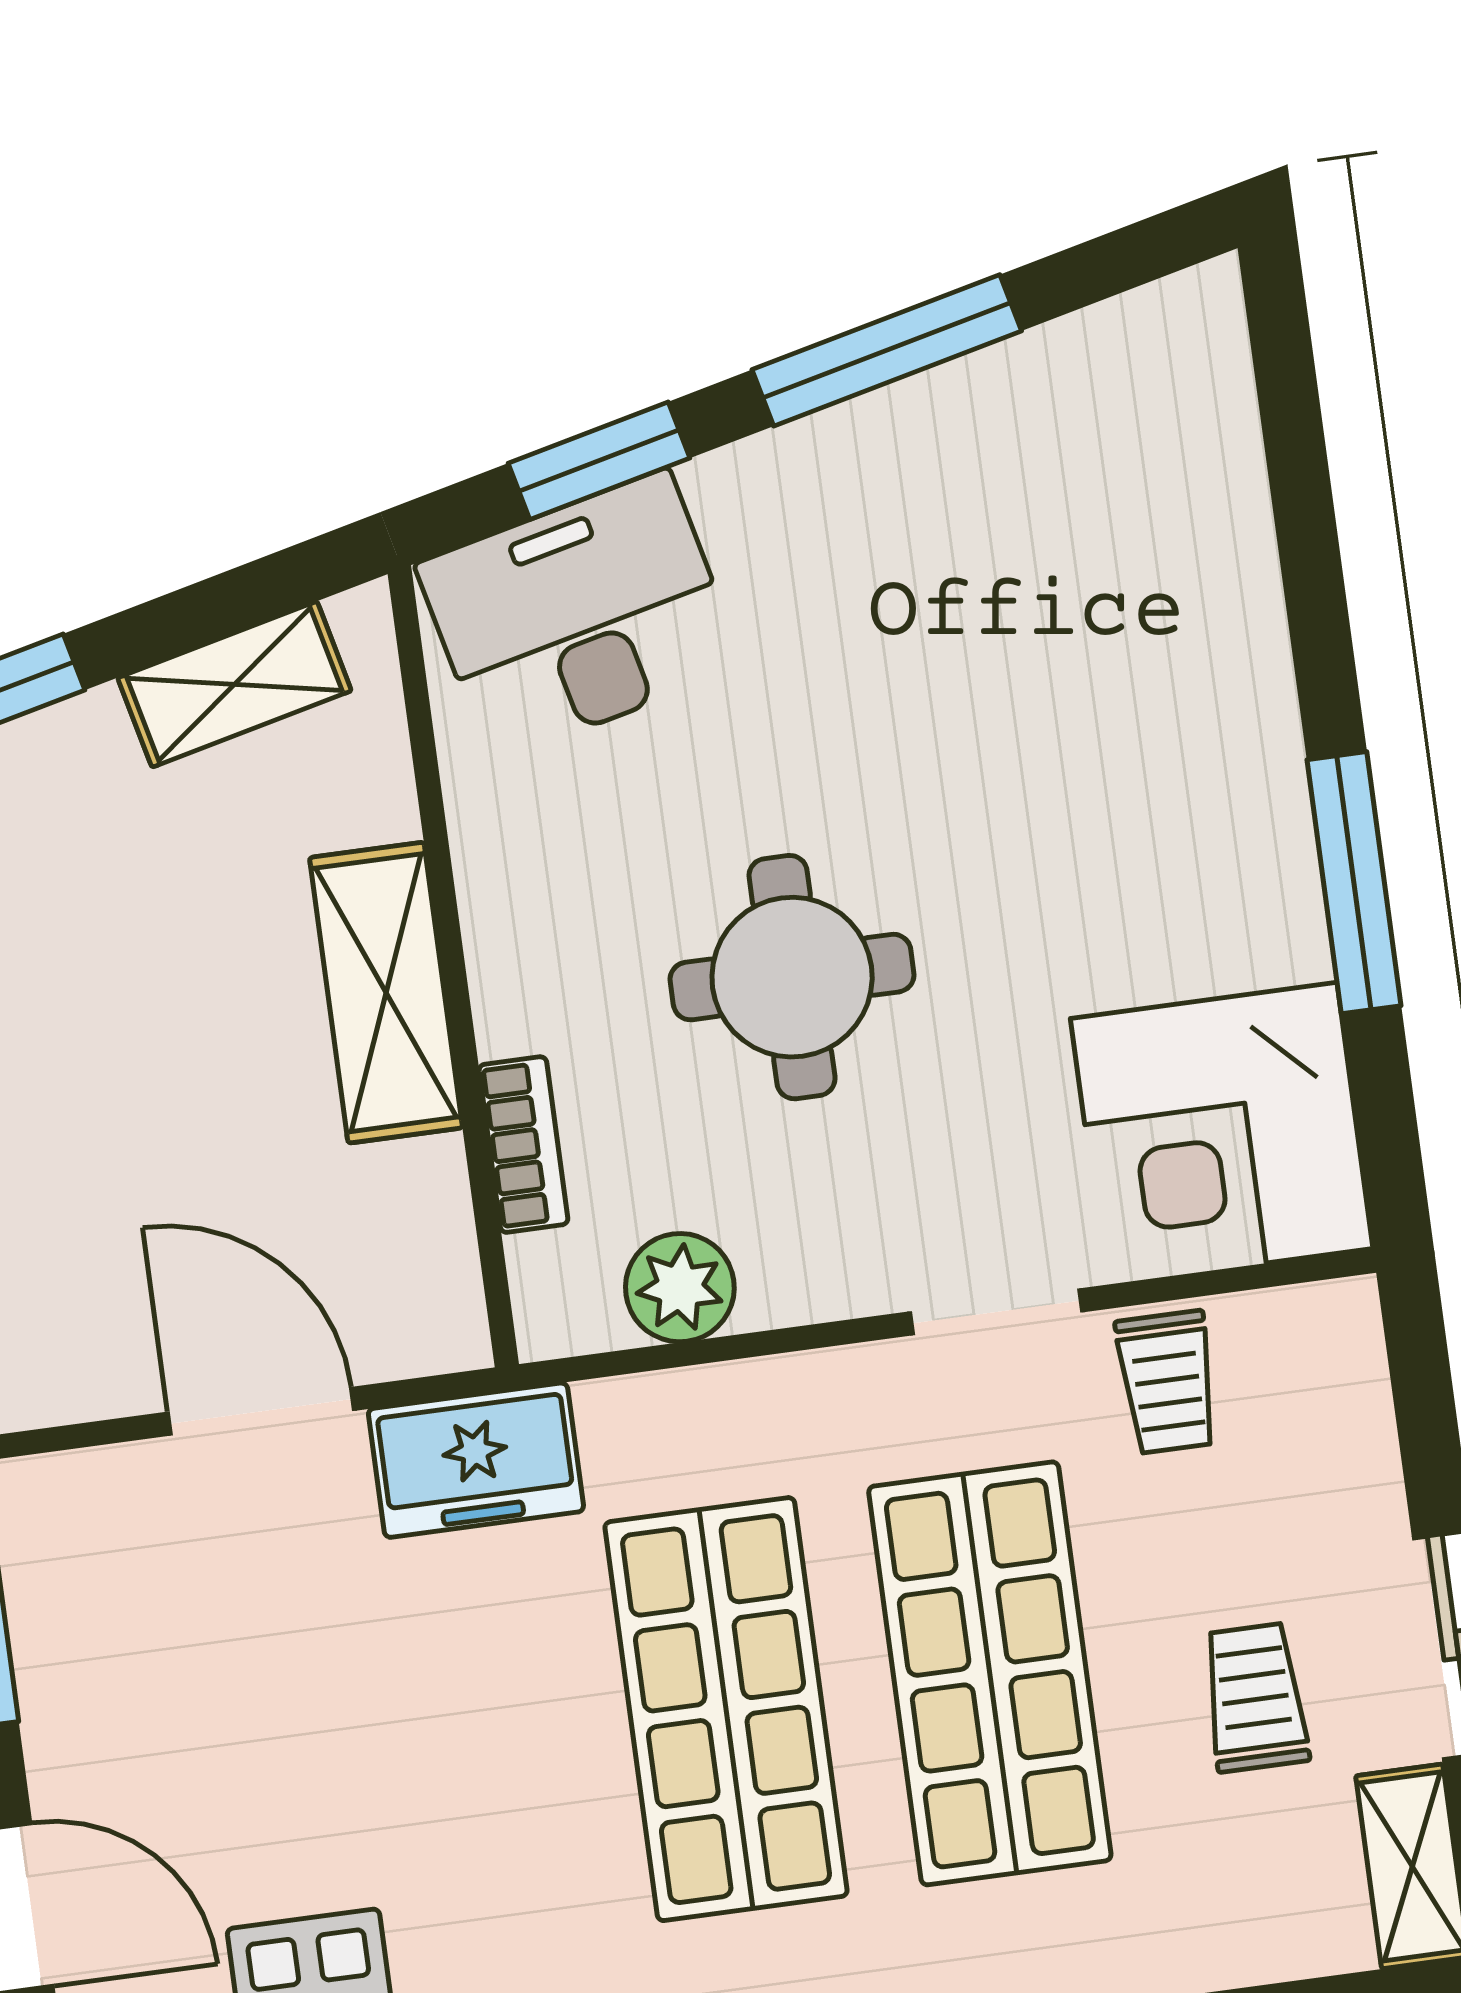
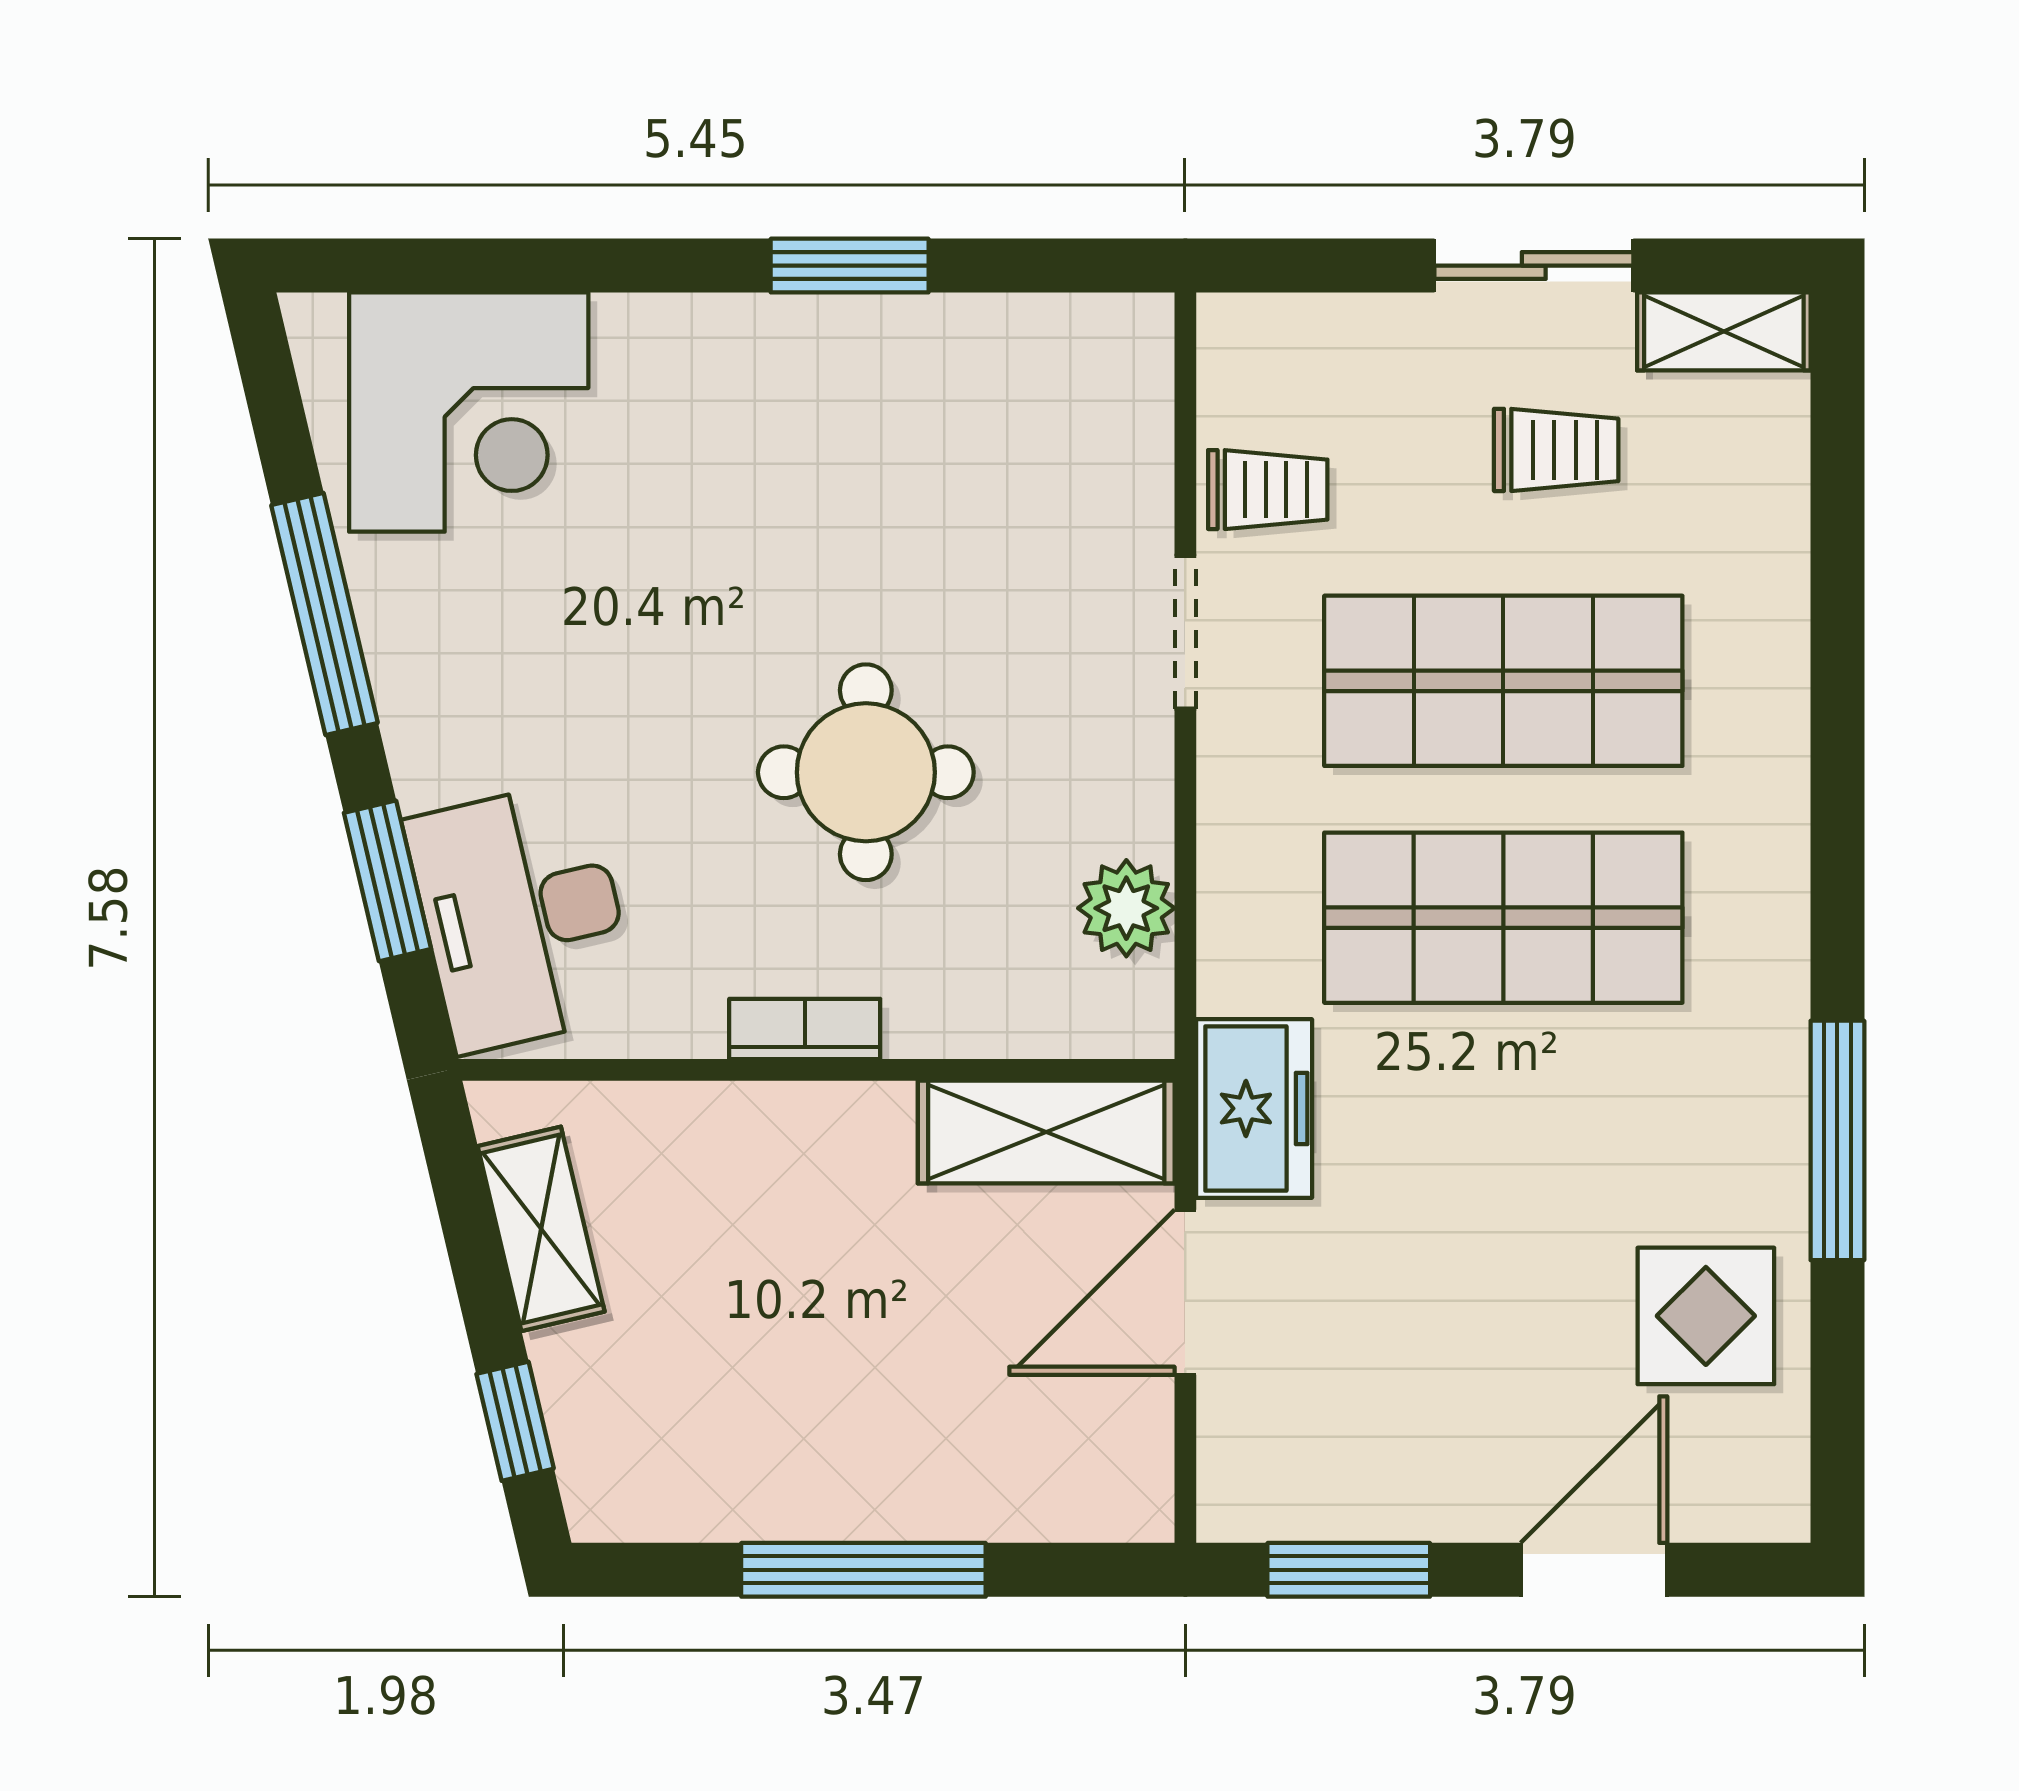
window: (1354, 883) -> (850, 266), width x0.69
shelving: (386, 993) -> (1046, 1132), moved
corner desk: (1222, 1133) -> (469, 412), moved
bookcase: (523, 1145) -> (805, 1029), moved
trolley: (1255, 1697) -> (1556, 450), turned 180

